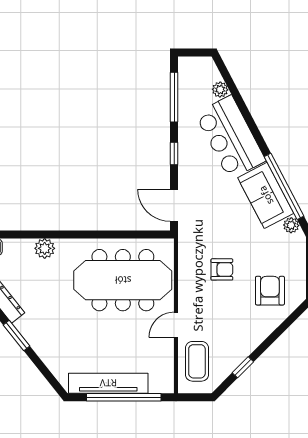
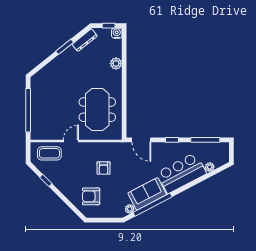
door: (174, 205) -> (141, 140), swing flipped
meeting table: (123, 280) -> (97, 110), width x0.73
armchair: (270, 291) -> (91, 196), turned 180
door: (176, 325) -> (71, 141), hinge flipped
tv unit: (108, 383) -> (36, 101), removed

